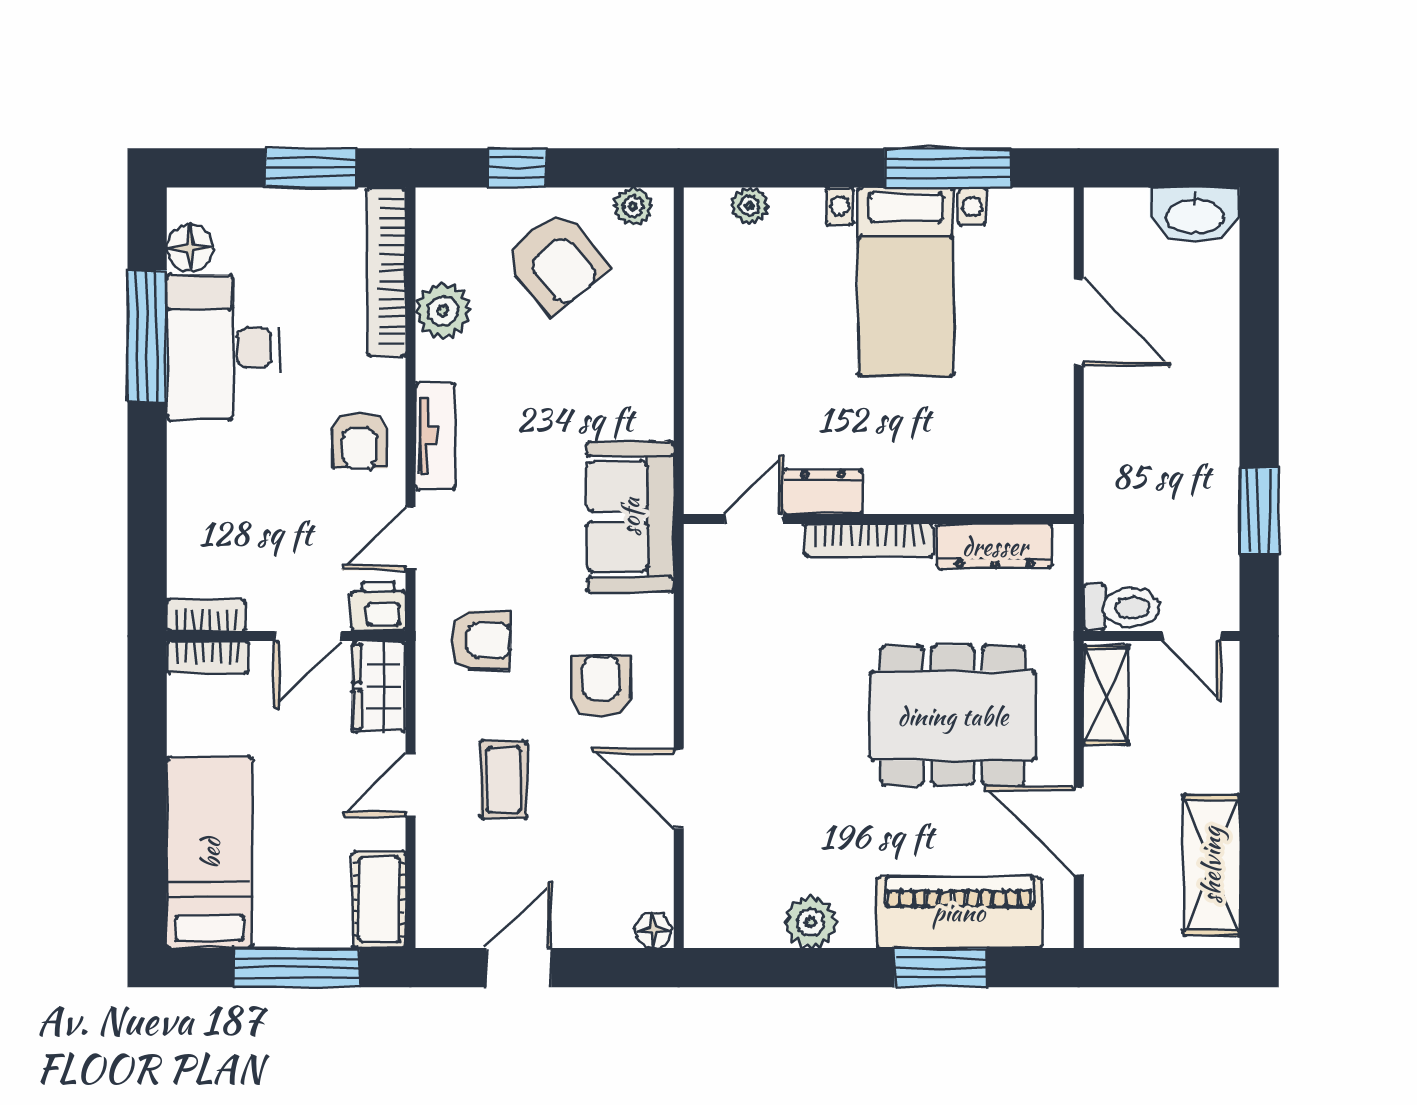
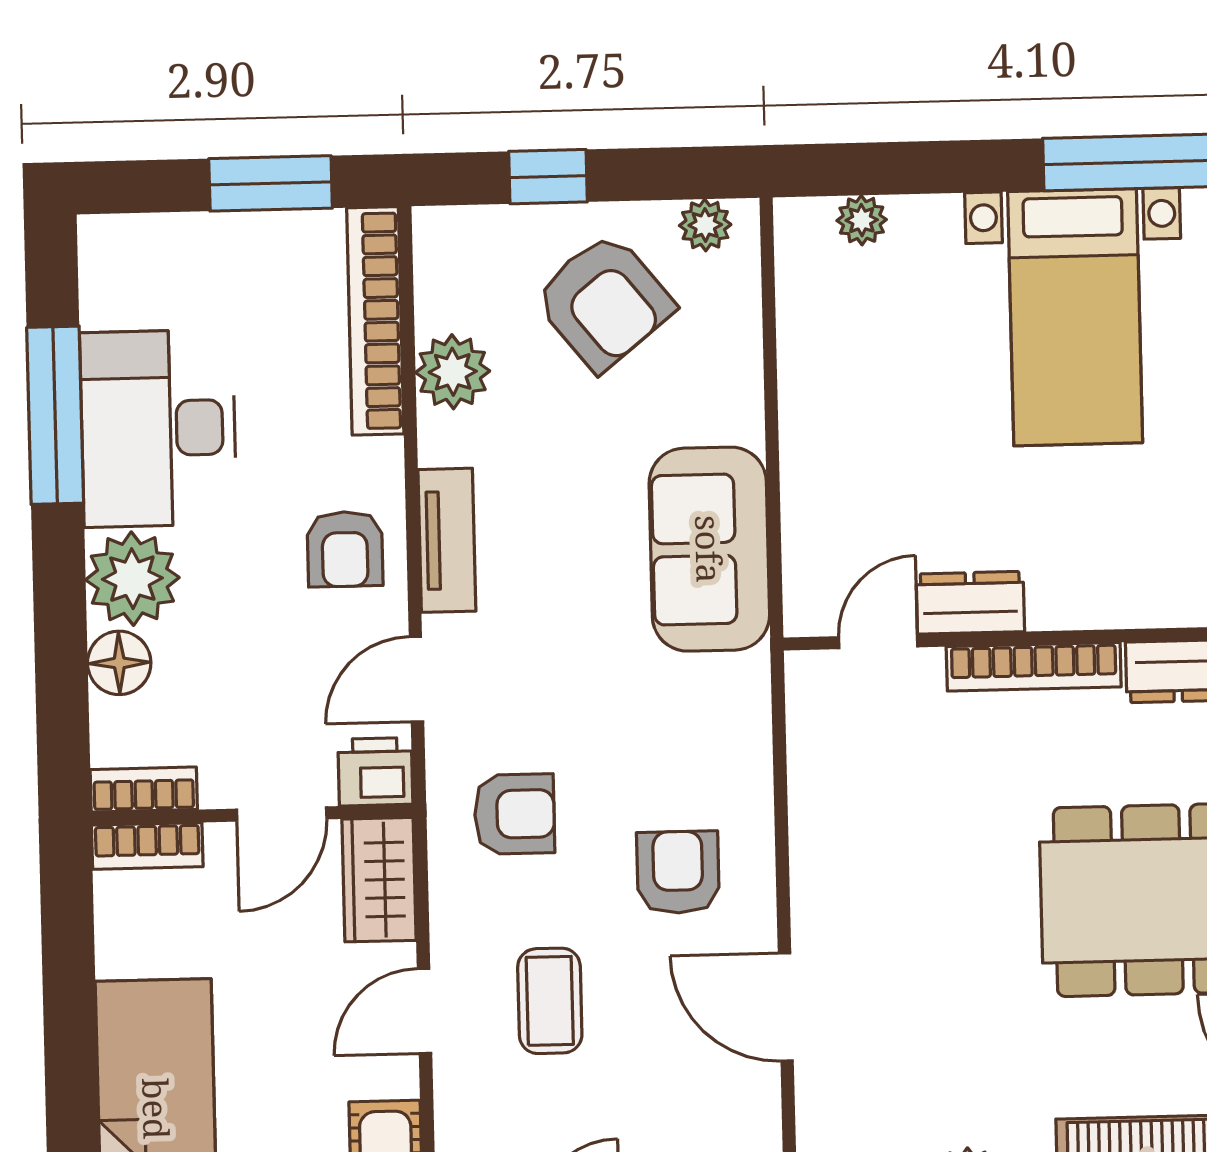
floor lamp: (190, 248) -> (119, 663), moved
plant: (201, 459) -> (132, 579), added
sofa: (630, 517) -> (709, 549), moved

